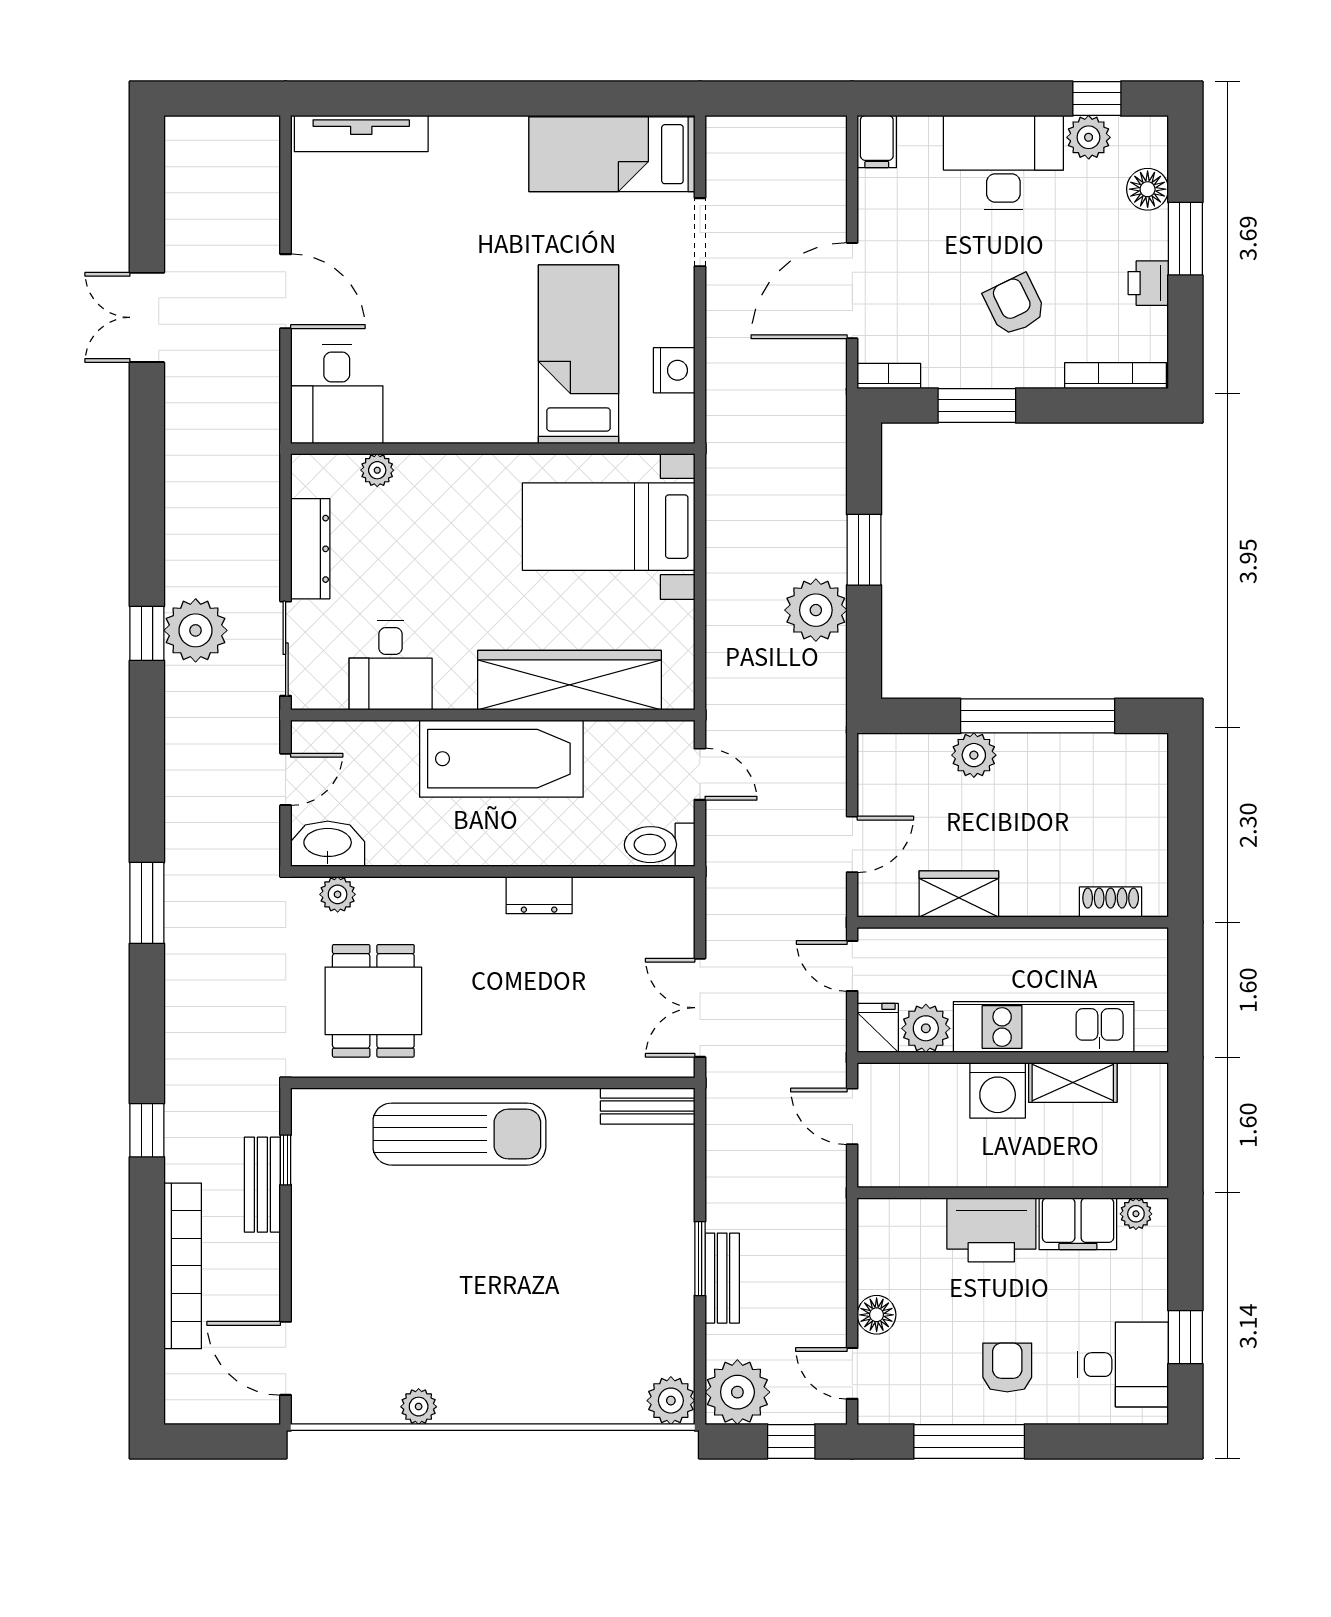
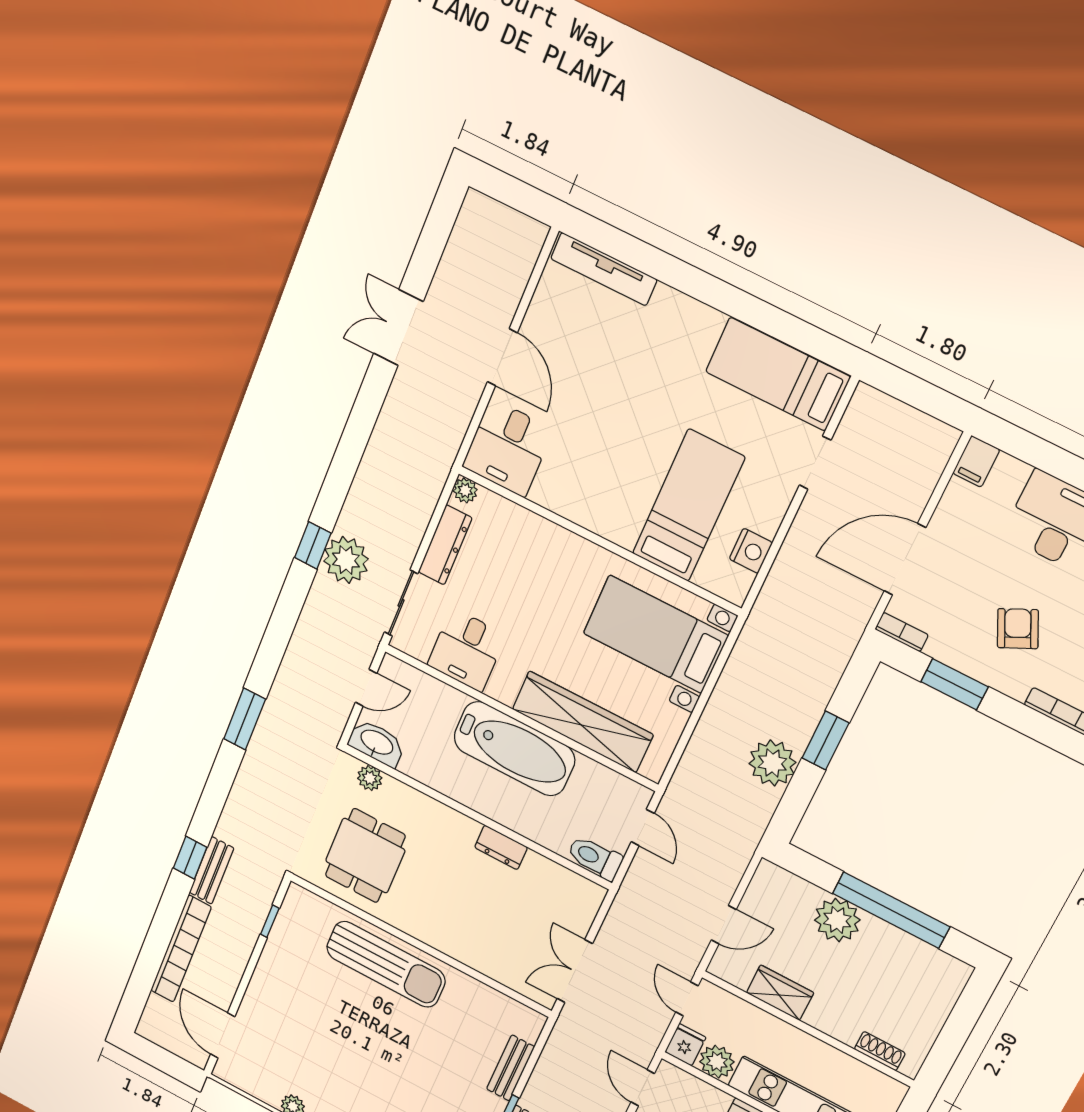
plant: (377, 470) -> (465, 490), moved
plant: (974, 755) -> (837, 920), width x1.36, depth x1.36
bench: (648, 1106) -> (511, 1068), moved, turned 90
bench: (262, 1185) -> (212, 870), moved

